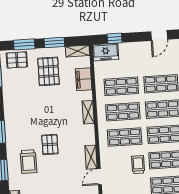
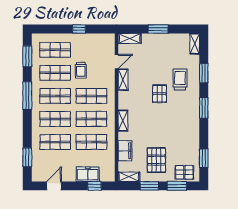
freezer: (106, 52) -> (88, 174), moved

